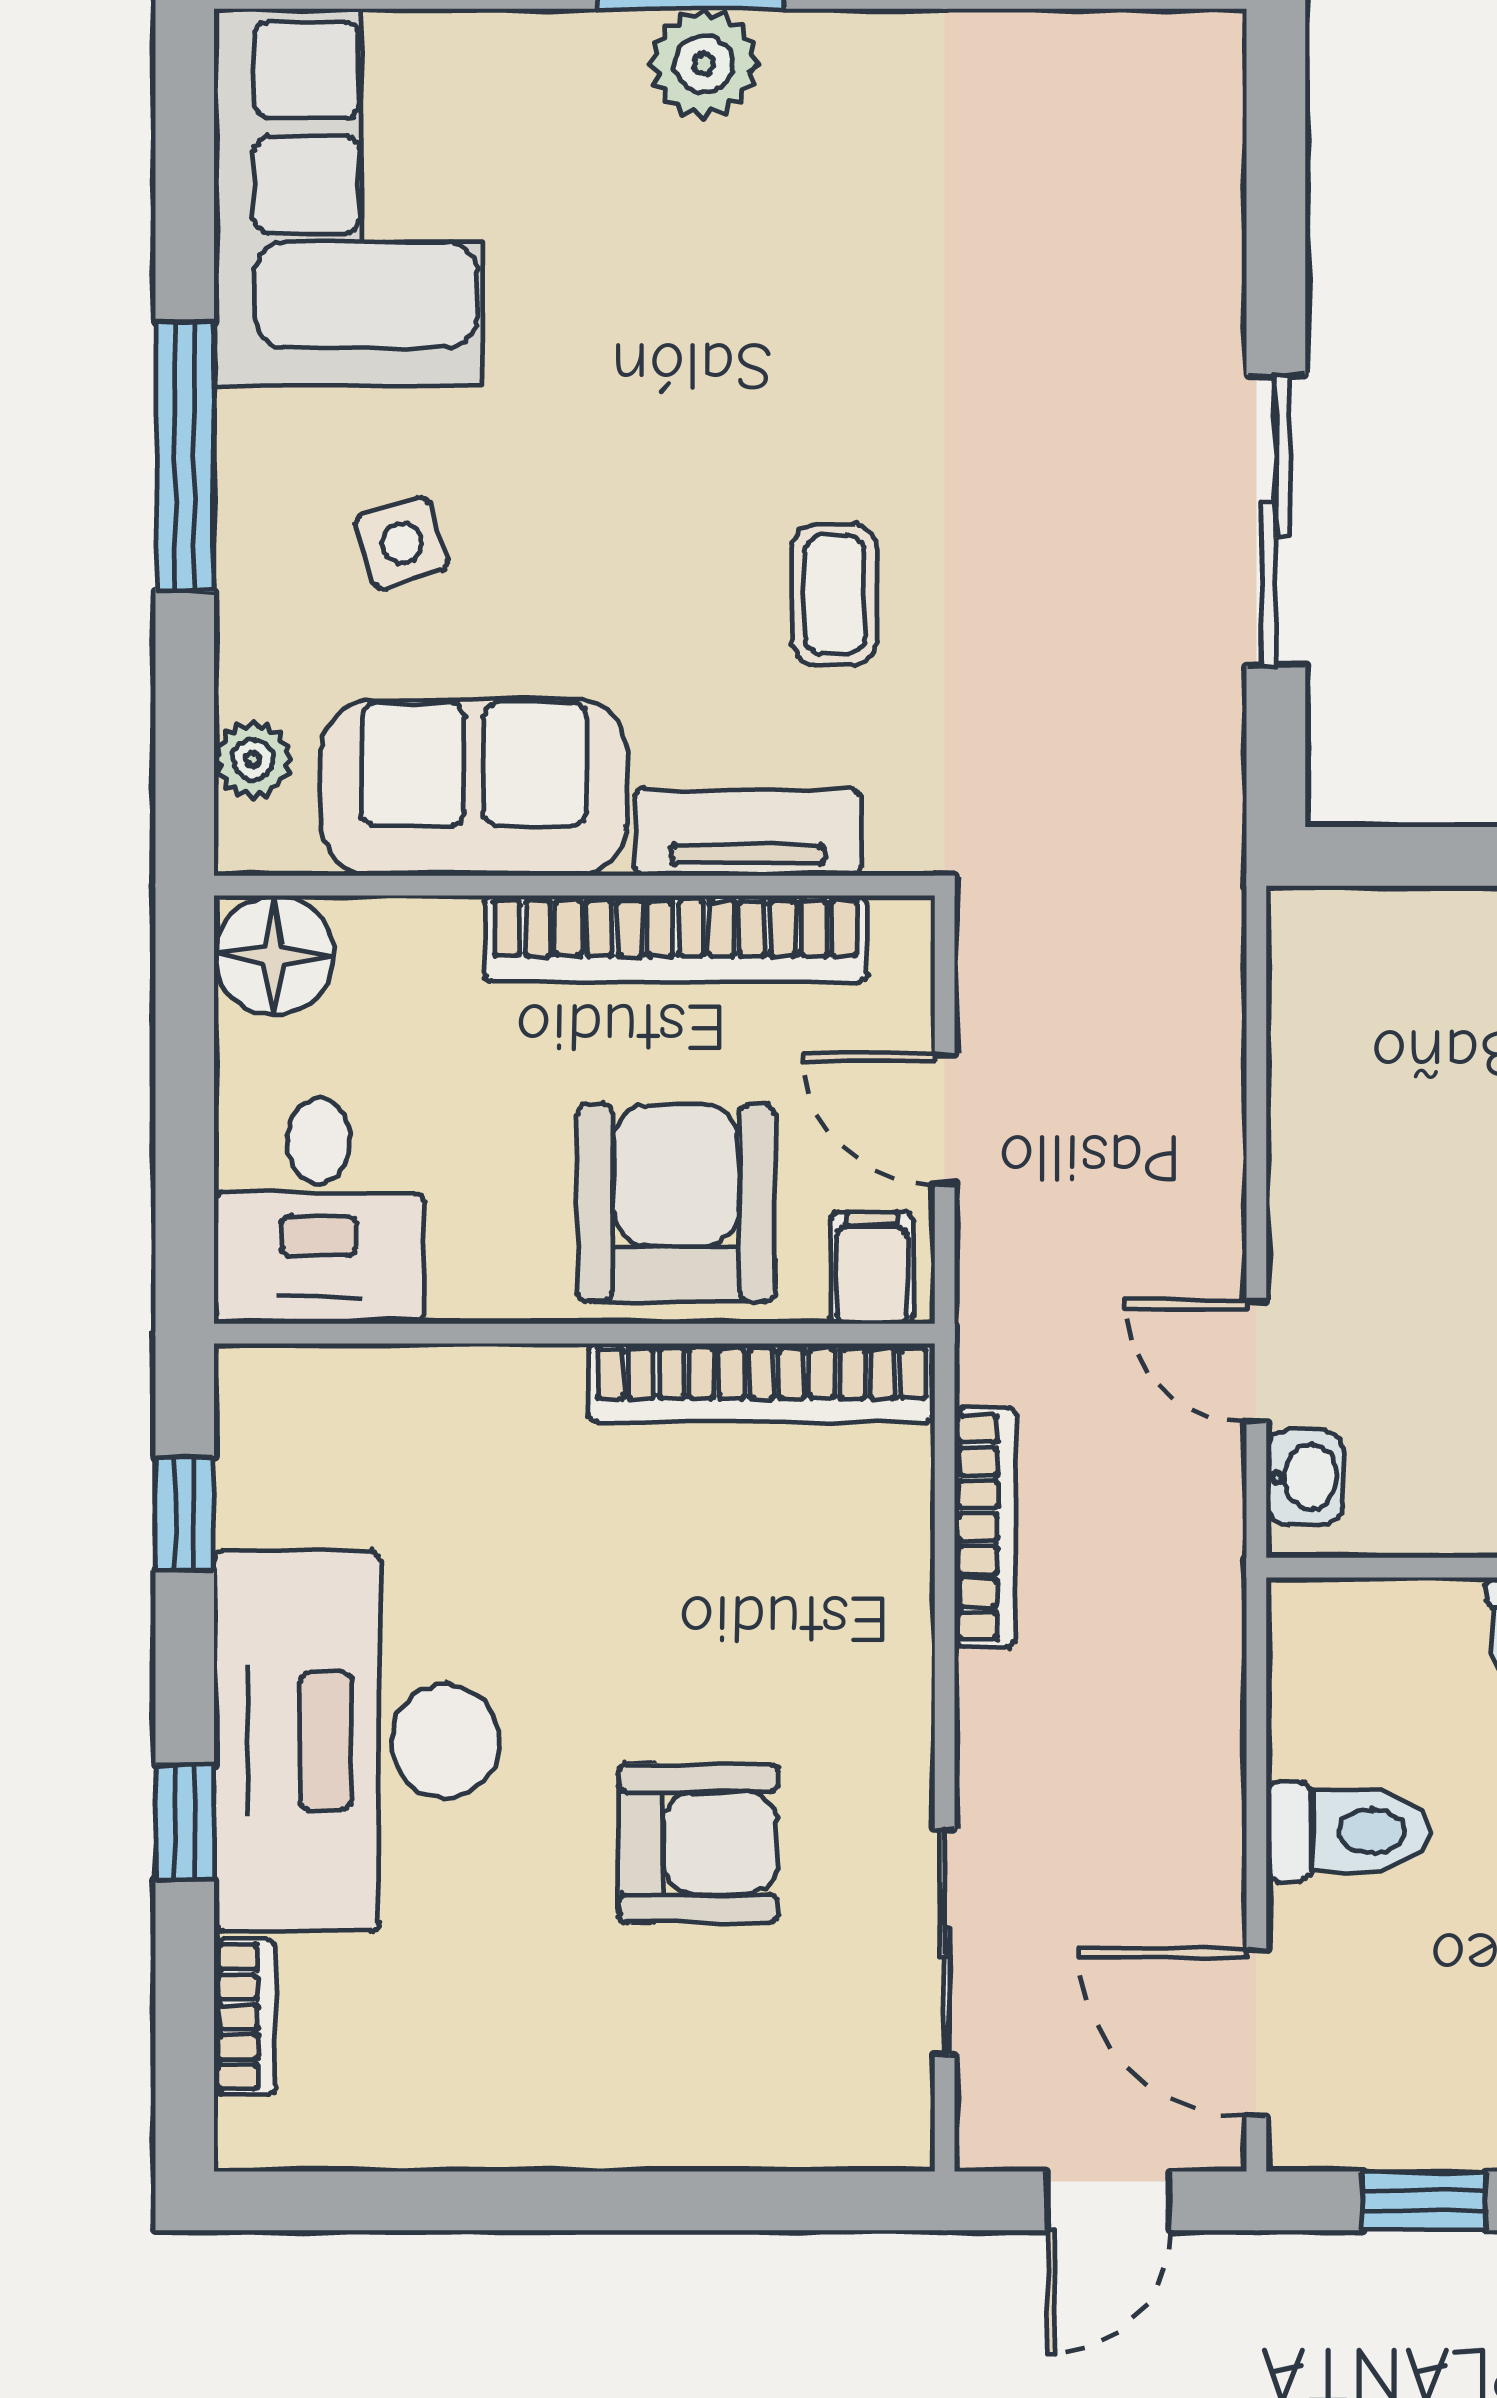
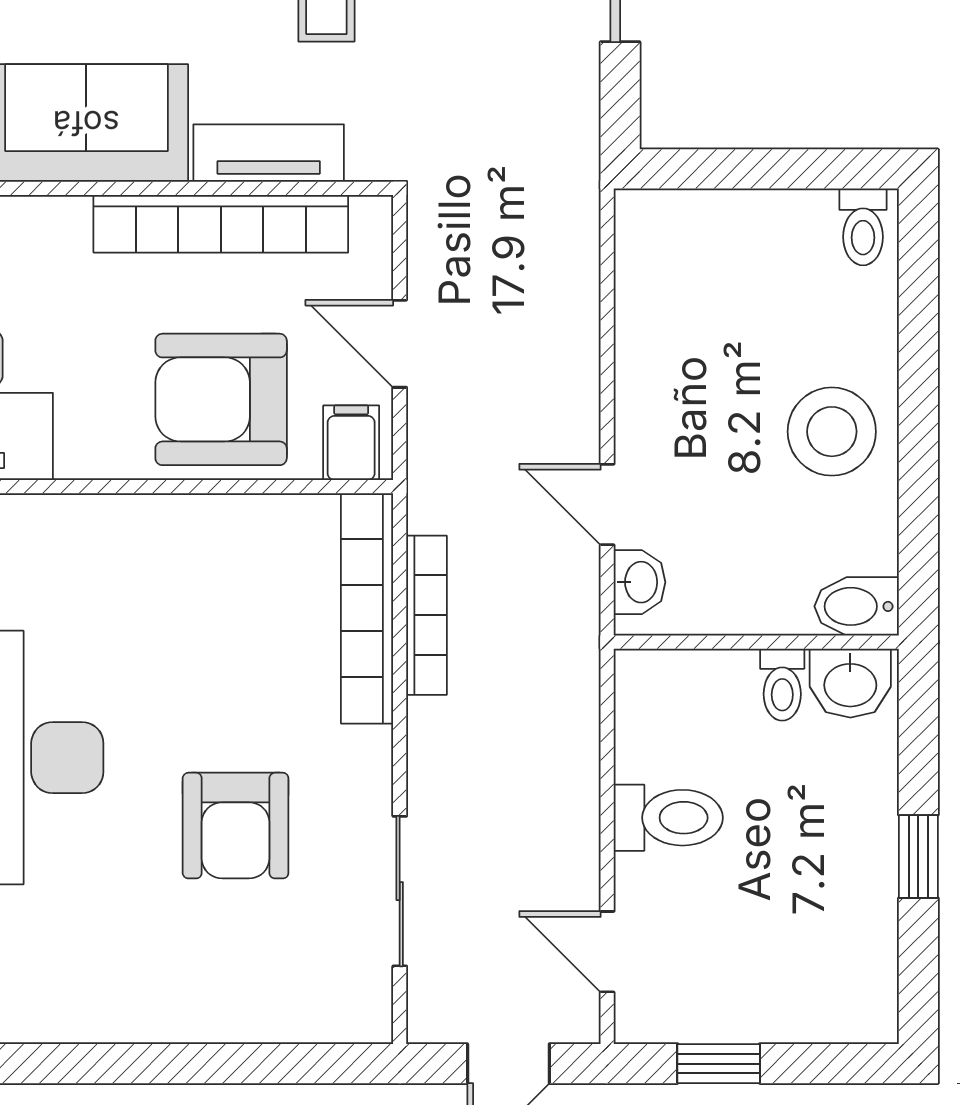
armchair: (676, 1203) -> (221, 399), turned -90
bookcase: (762, 1383) -> (367, 608), moved, turned 90
armchair: (698, 1843) -> (236, 826), turned 90
door: (1256, 2033) -> (607, 952), width x0.73

